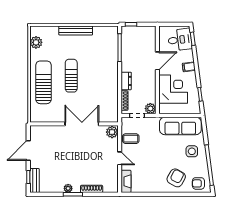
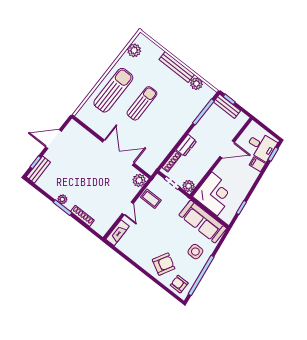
bench: (133, 30) -> (227, 106), added
plant: (99, 31) -> (196, 84), added
filing cabinet: (189, 67) -> (257, 164), moved
corner desk: (173, 89) -> (214, 194), moved

